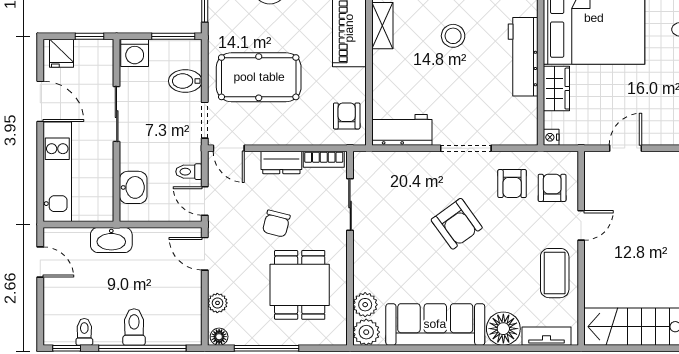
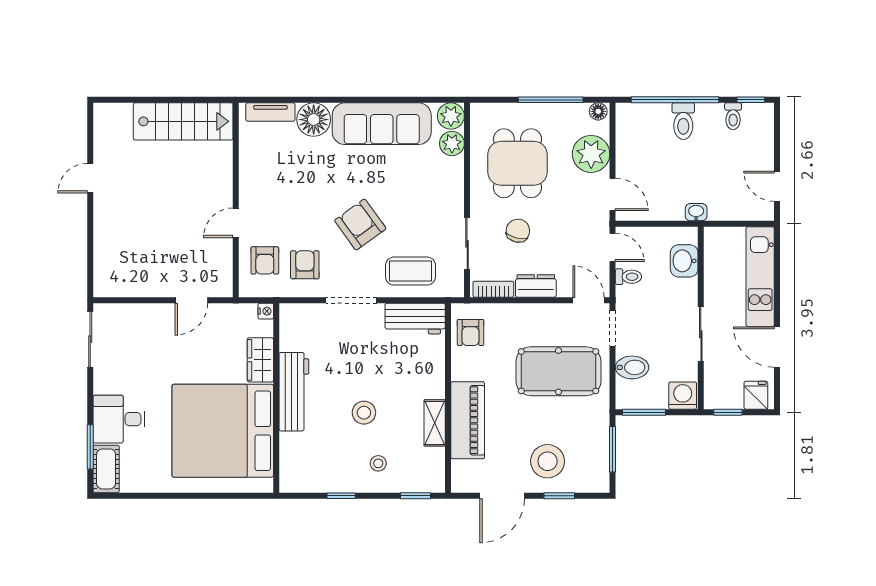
chair: (276, 224) -> (518, 231), moved
washbasin: (111, 240) -> (696, 212), width x0.52, depth x0.69
coffee table: (555, 273) -> (411, 271), moved, turned 90
plant: (217, 303) -> (591, 154), width x1.88, depth x1.88

